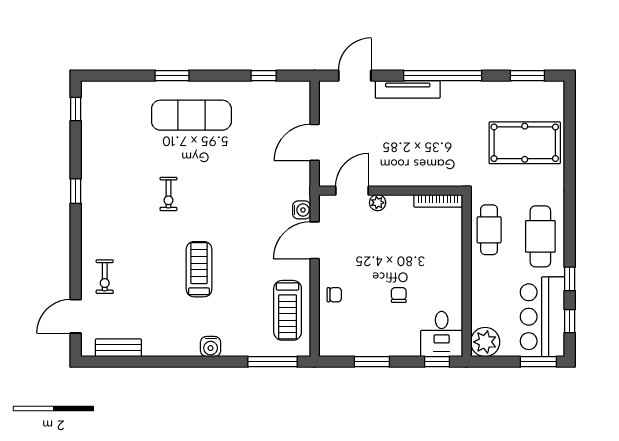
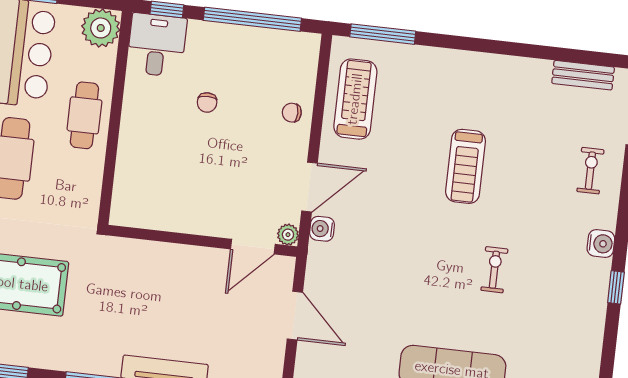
door: (315, 142) -> (295, 316), hinge flipped
bookcase: (438, 201) -> (141, 220), removed
plant: (378, 203) -> (288, 235), moved
cafe table: (489, 230) -> (84, 115), moved
water cooler: (211, 346) -> (601, 244), moved, turned 90
window: (372, 362) -> (252, 19), width x2.11

